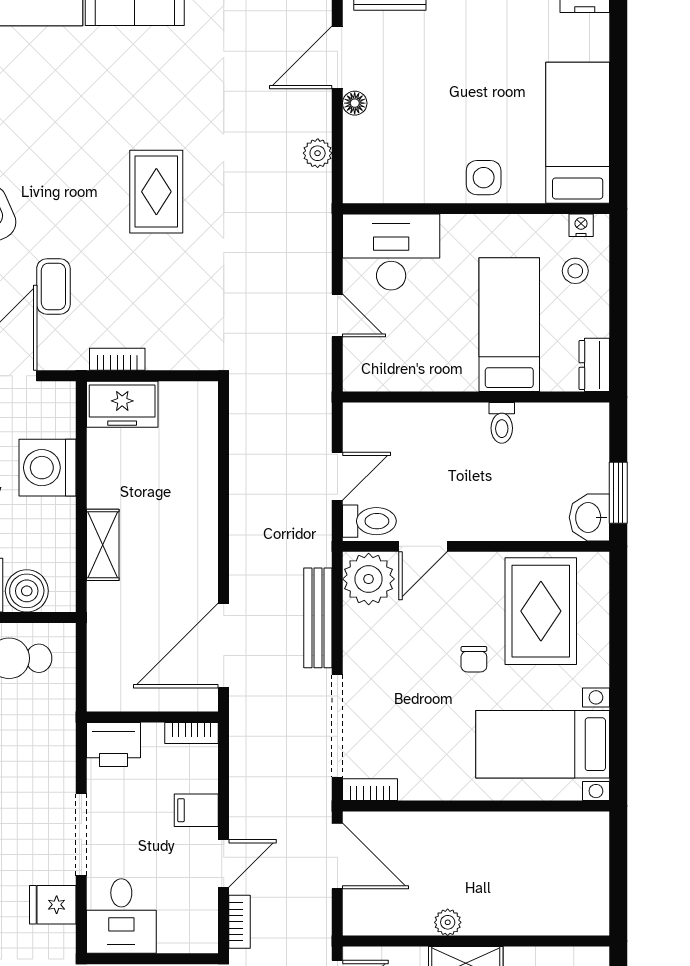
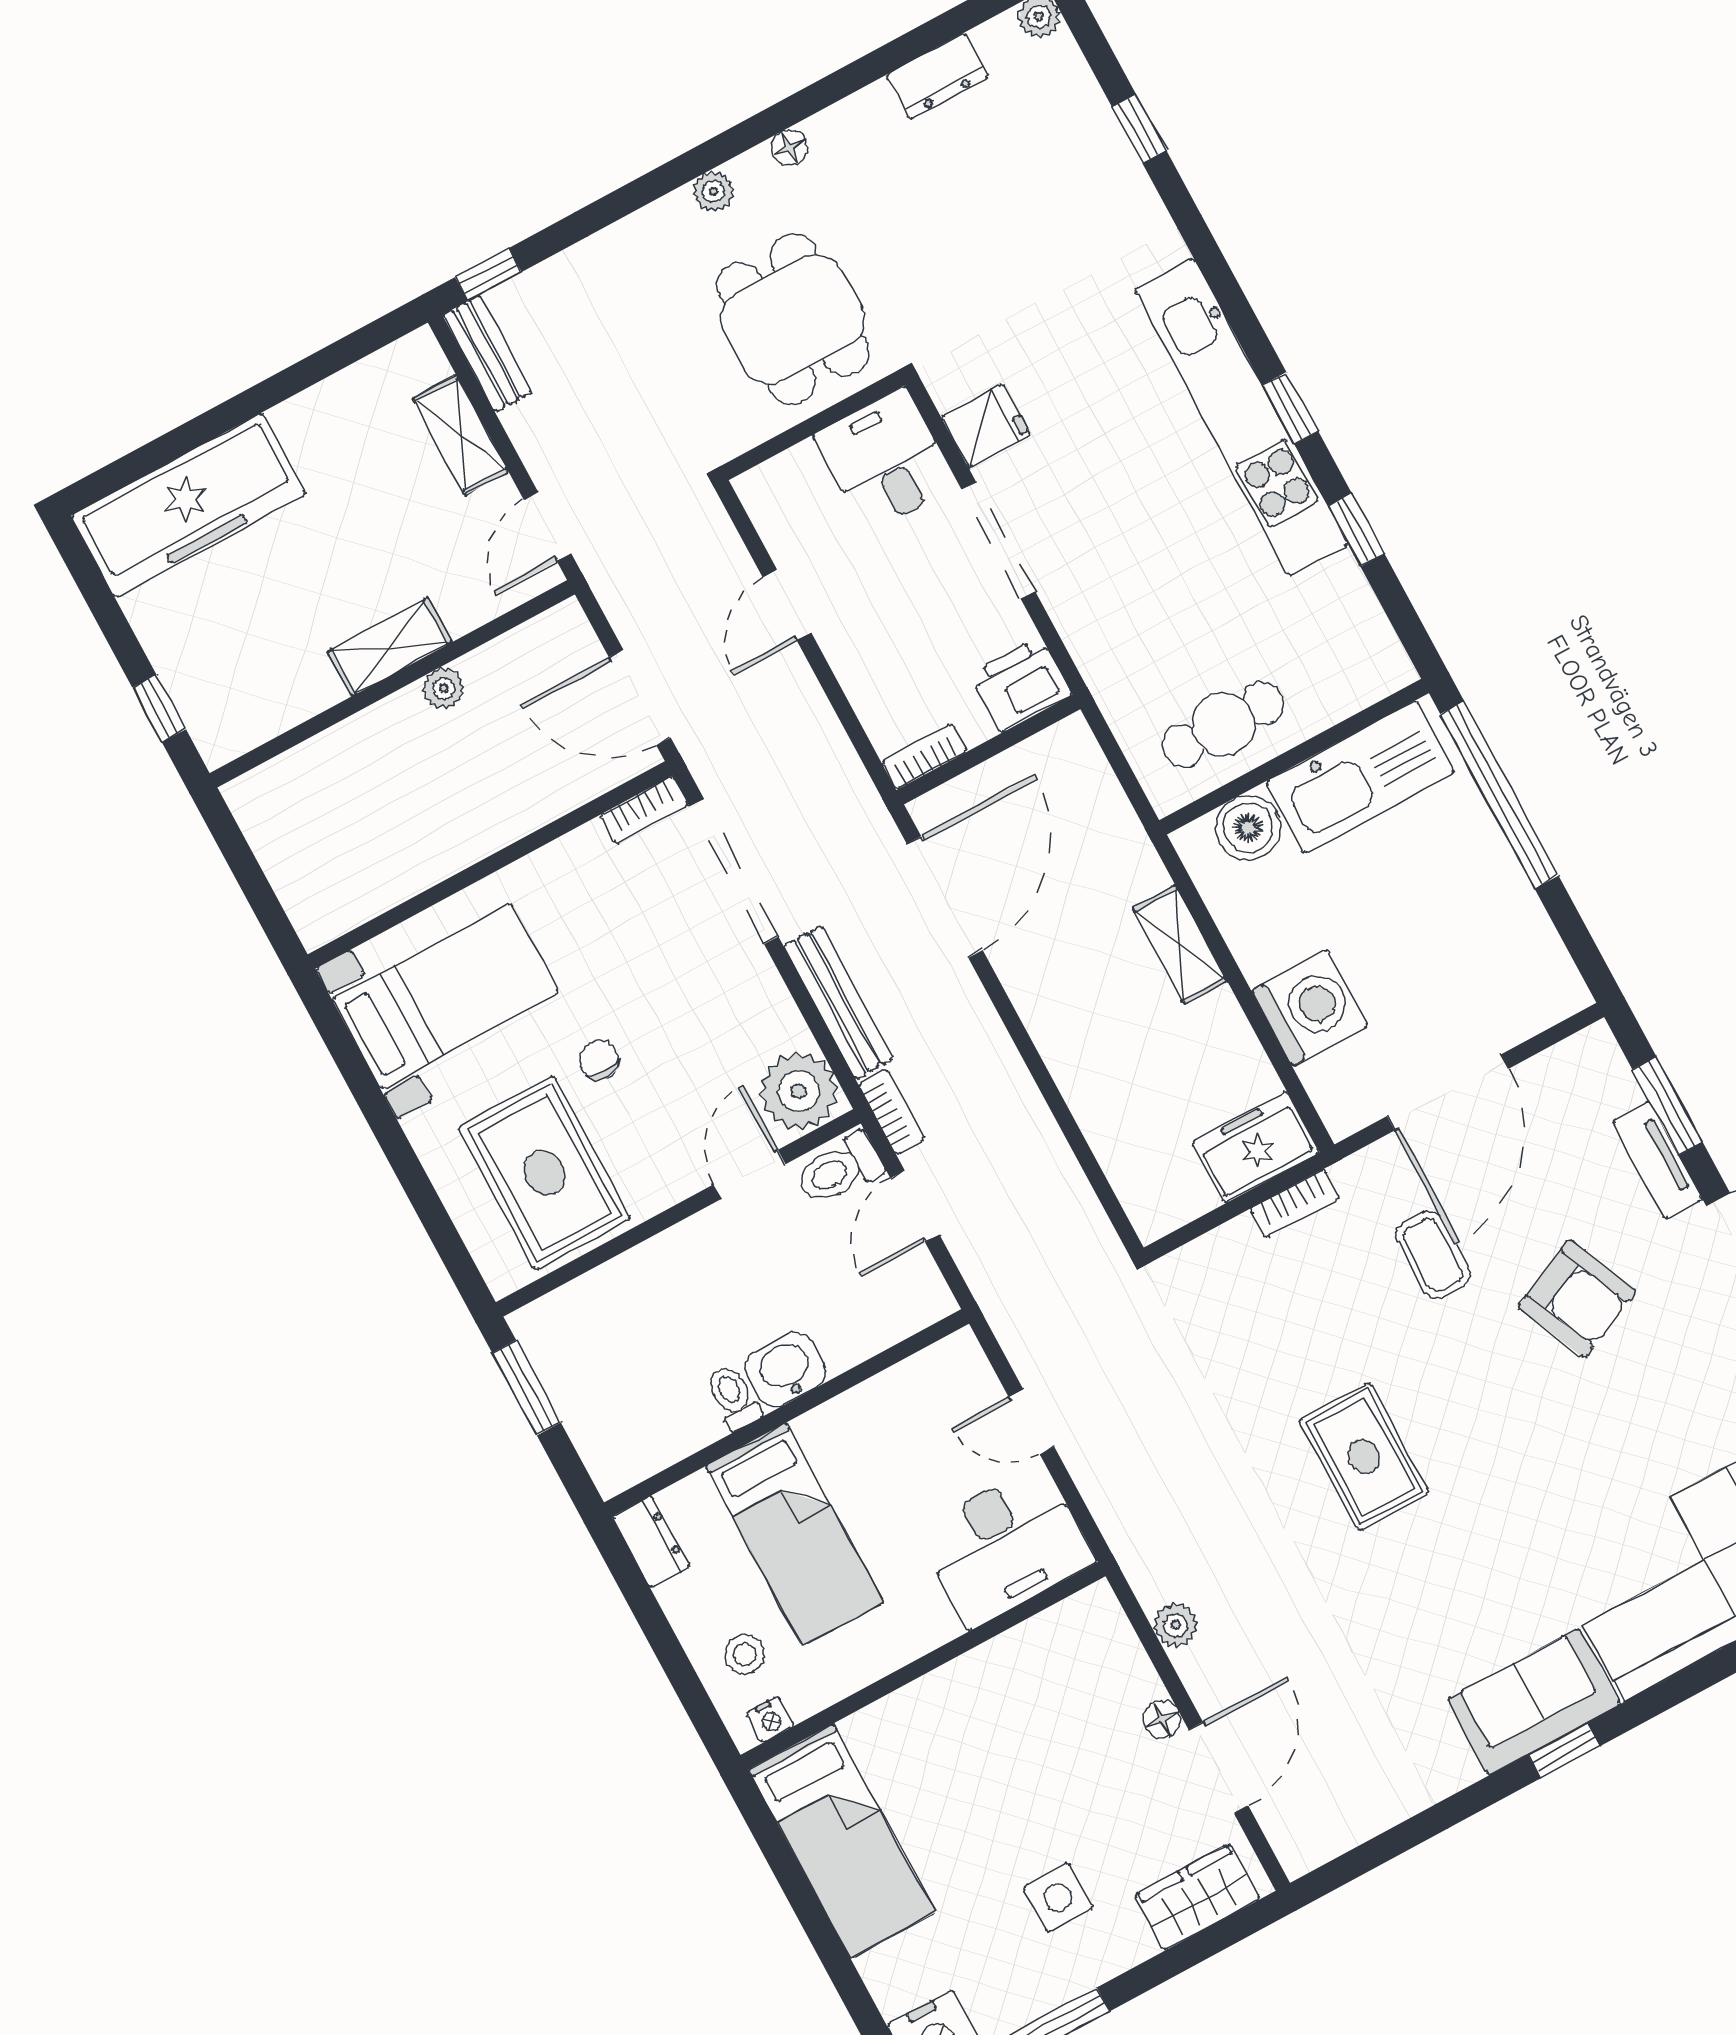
side table: (484, 178) -> (1058, 1897), moved
washbasin: (589, 517) -> (786, 1370), moved, turned -90
filing cabinet: (196, 810) -> (862, 656), removed
bookcase: (239, 922) -> (891, 1111), moved, turned 180

